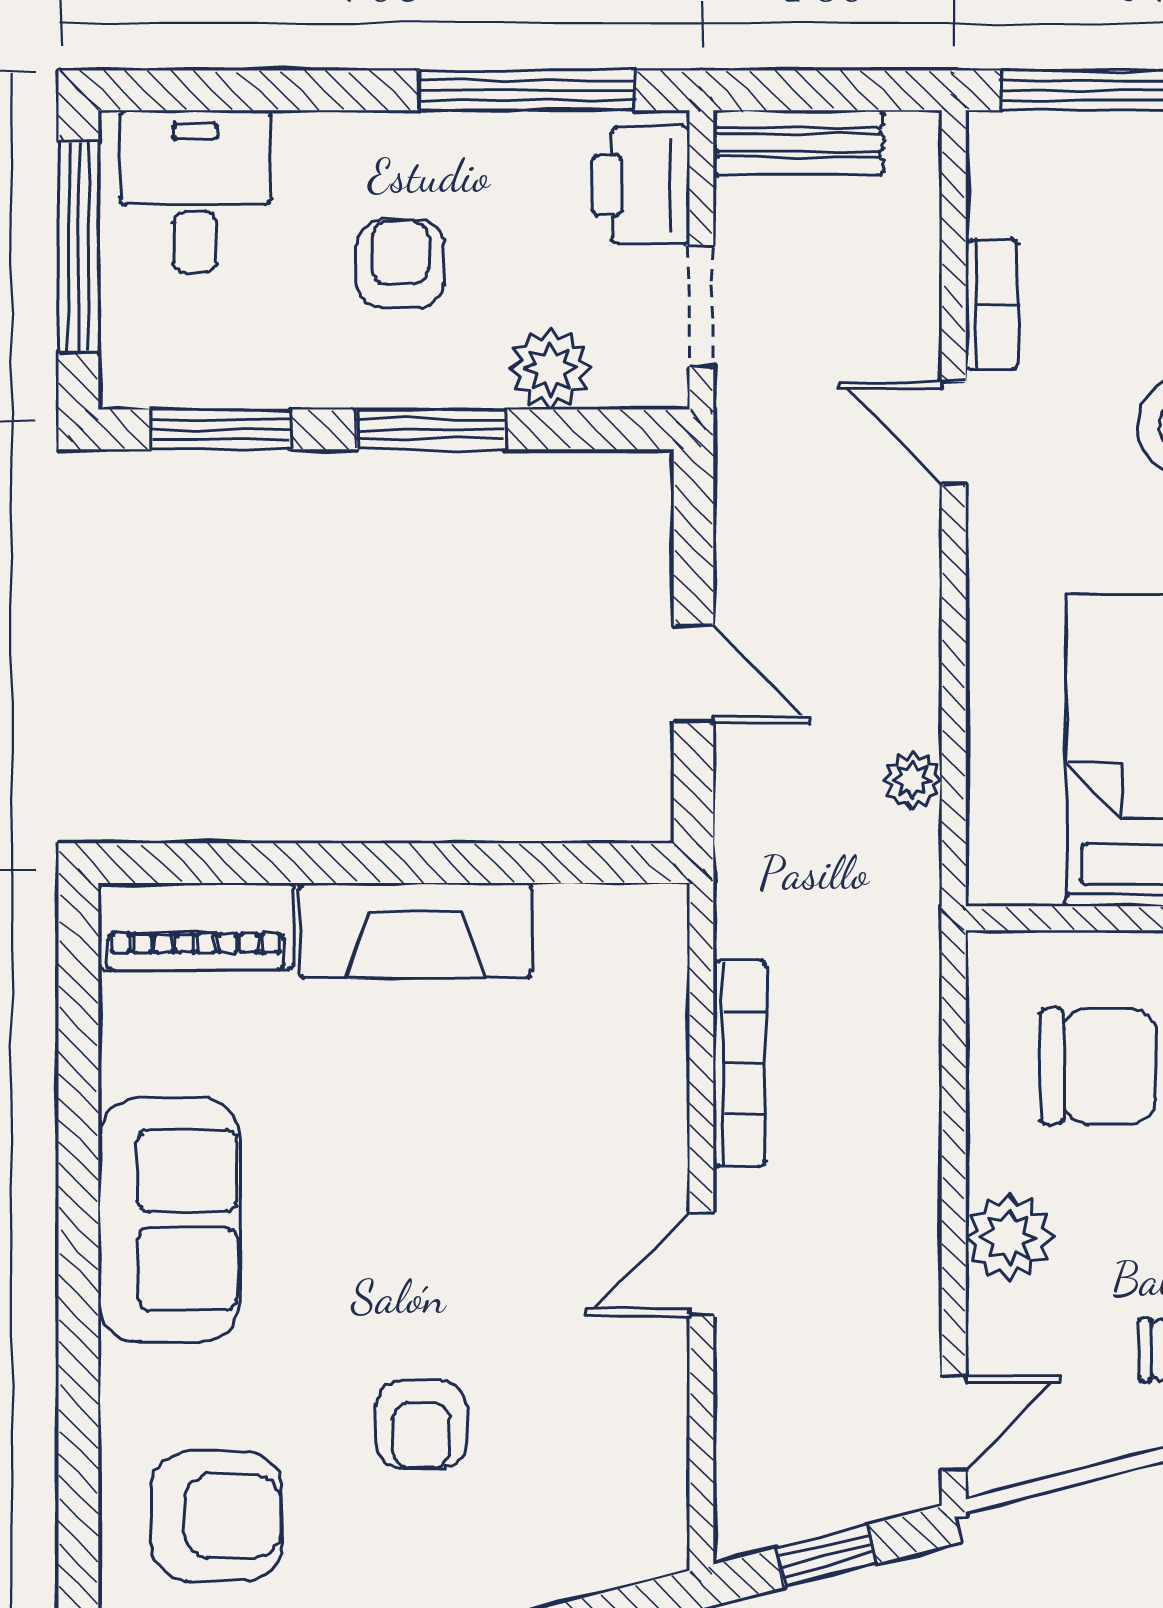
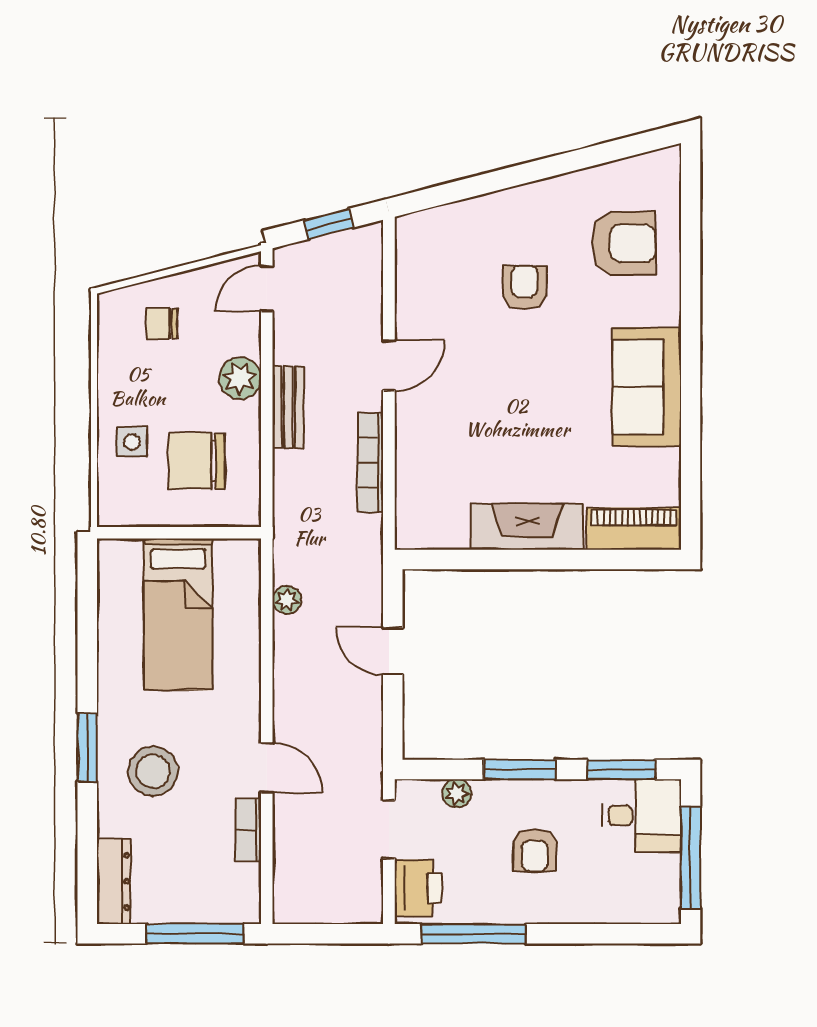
bench: (798, 143) -> (288, 407), moved, turned 90
desk: (195, 192) -> (642, 816), moved, turned -90
plant: (550, 369) -> (457, 793), width x0.73, depth x0.73
armchair: (217, 1516) -> (624, 243), turned 180

